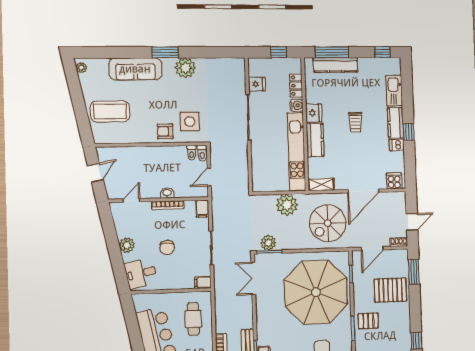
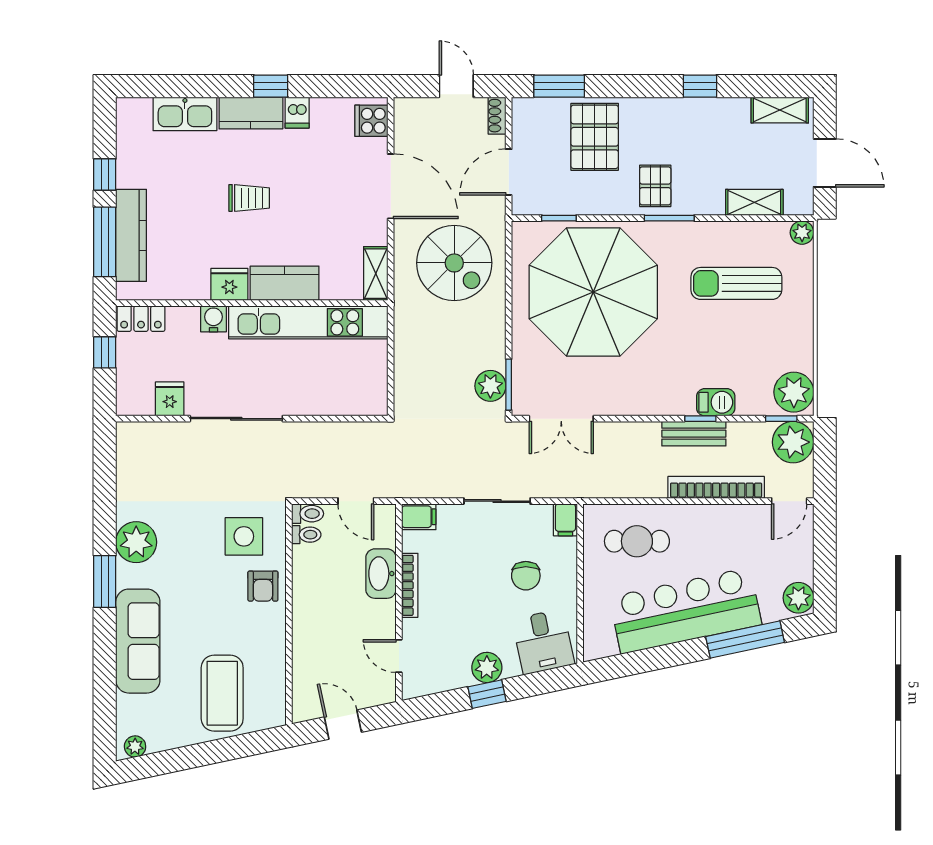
window: (382, 52) -> (105, 174), moved
locker: (296, 86) -> (141, 319), moved
washbasin: (167, 193) -> (381, 574), width x1.91, depth x1.45
plant: (287, 205) -> (415, 345), removed
window: (113, 246) -> (487, 694), added
chair: (167, 248) -> (526, 576), moved, turned 91
door: (372, 249) -> (509, 172), swing flipped

